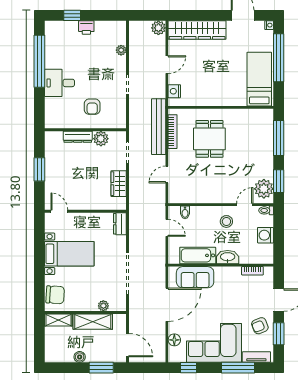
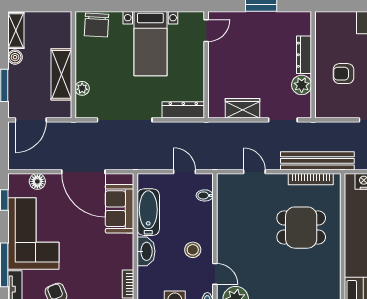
dresser: (120, 224) -> (183, 110), width x1.44
door: (167, 228) -> (184, 172), swing flipped
shelving: (58, 320) -> (16, 31), moved

